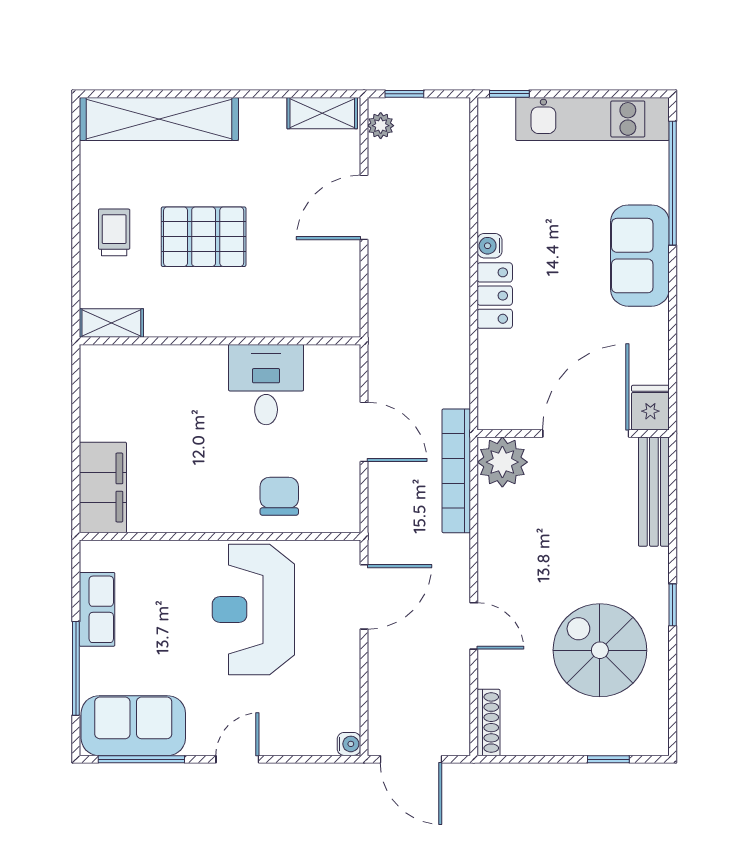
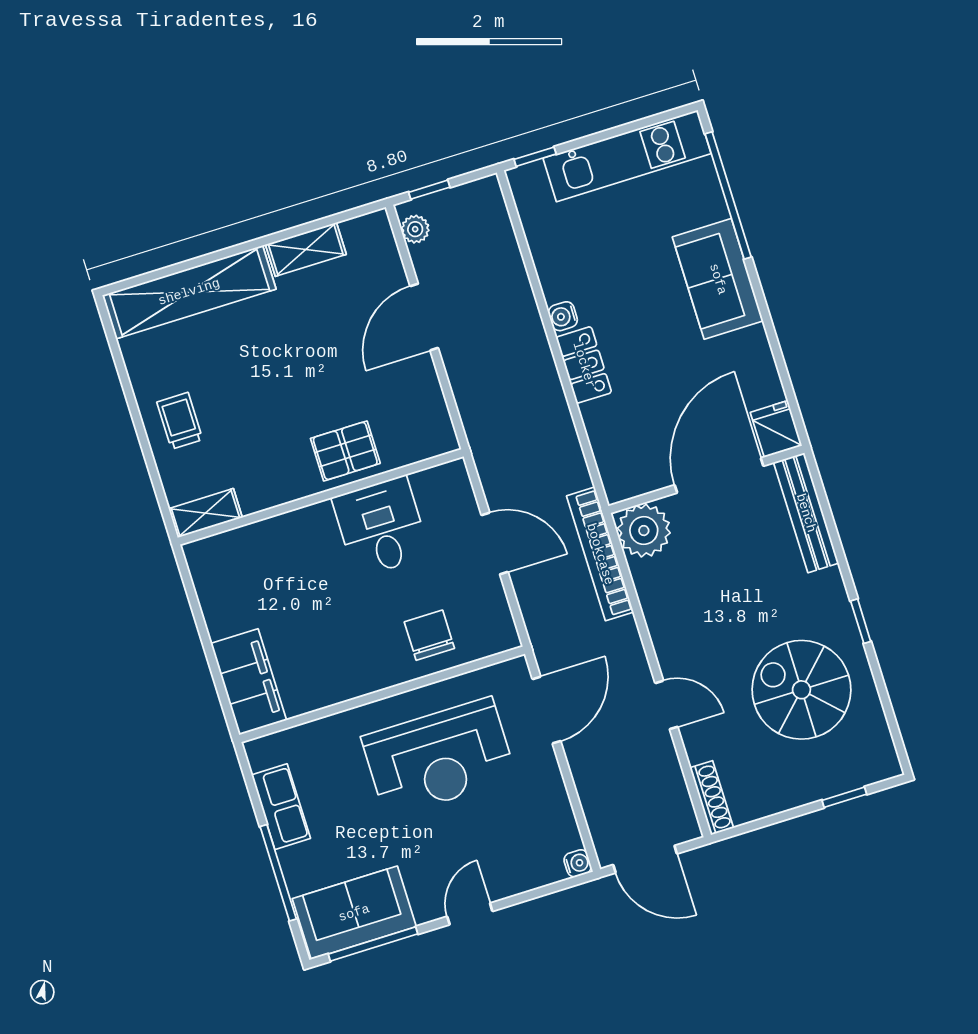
shelving: (322, 113) -> (306, 249), moved
pallet: (204, 237) -> (345, 451), moved, width x0.67, depth x0.71
reception desk: (253, 610) -> (439, 758), turned -90

